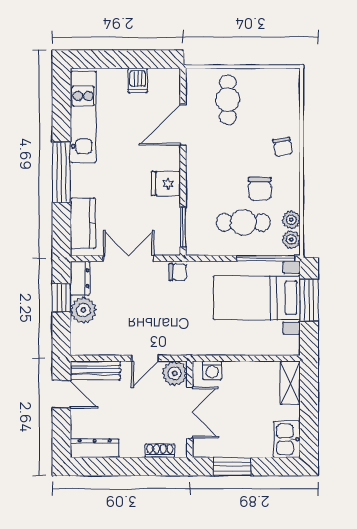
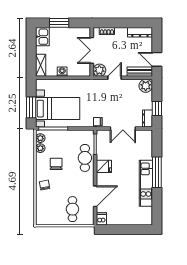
dishwasher: (138, 80) -> (101, 219), moved
kitchen unit: (83, 117) -> (146, 183), moved
cafe table: (243, 222) -> (85, 158), moved, turned 90
kitchen counter: (83, 223) -> (146, 146), removed
plant: (83, 310) -> (146, 86), moved
washing machine: (212, 370) -> (62, 72), moved
window: (232, 467) -> (59, 23), moved

